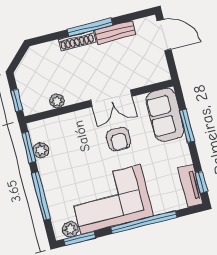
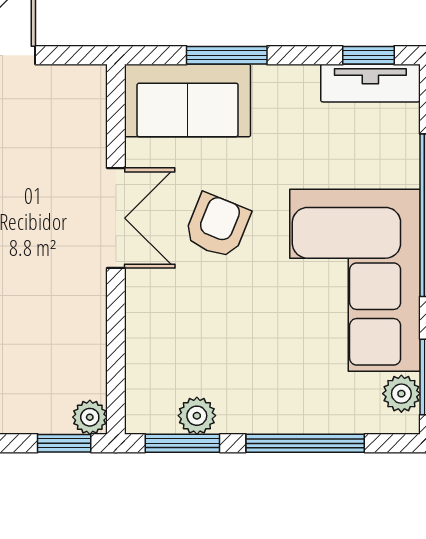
plant: (57, 101) -> (90, 417), moved
armchair: (118, 139) -> (217, 226), turned -66

